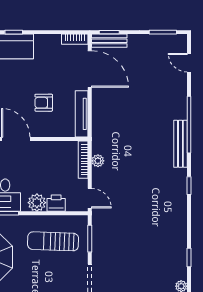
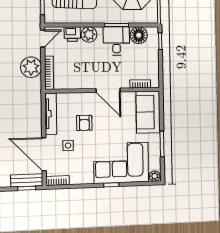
side table: (63, 78) -> (68, 145), added
armchair: (44, 103) -> (84, 123), turned 90
plant: (98, 161) -> (31, 67), width x1.88, depth x1.88
door: (90, 198) -> (43, 39), swing flipped

